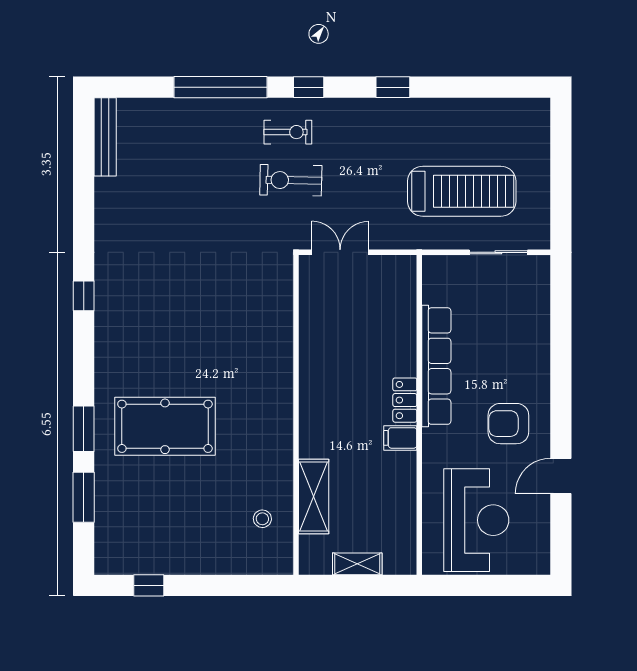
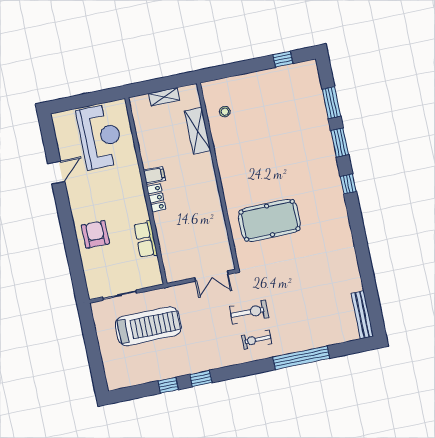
window: (309, 87) -> (168, 385), moved
treadmill: (462, 191) -> (148, 326), turned 180
window: (84, 296) -> (348, 184), moved
row of seats: (436, 366) -> (146, 239), width x0.50
armchair: (508, 424) -> (95, 234), moved, turned -90
pool table: (165, 426) -> (269, 220), moved
reception desk: (476, 520) -> (100, 137), turned 180

